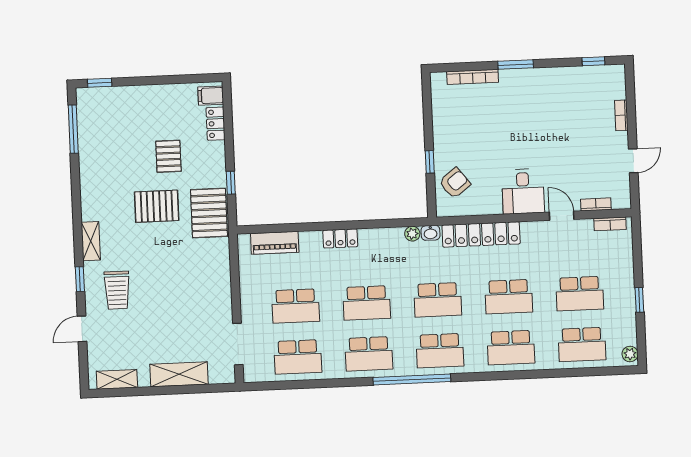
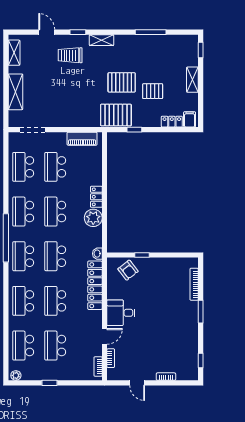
shelving: (147, 94) -> (192, 80), added
window: (73, 129) -> (151, 32), moved
pallet: (157, 206) -> (122, 82), turned 90
plant: (412, 234) -> (93, 218), moved, width x1.88, depth x1.88
piano: (275, 243) -> (82, 139), moved, turned -90

